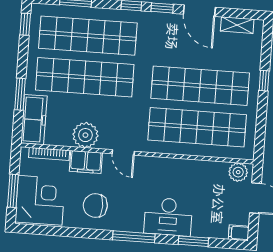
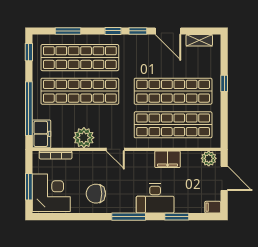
window: (20, 94) -> (29, 109), width x2.11
freezer: (34, 120) -> (41, 134), width x0.71
filing cabinet: (86, 162) -> (167, 159), moved

